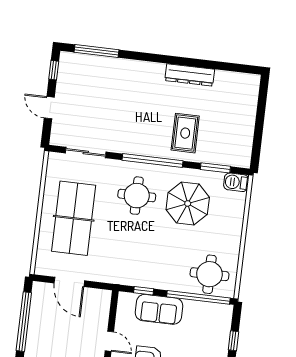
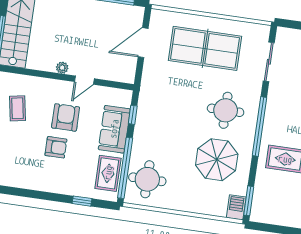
window: (215, 168) -> (249, 201), moved
rug: (204, 315) -> (108, 173), added

